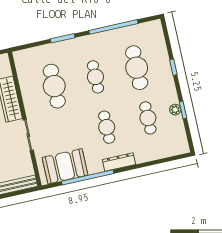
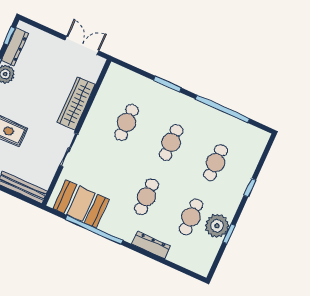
cafe table: (137, 68) -> (216, 163), width x0.73, depth x0.74
cafe table: (54, 86) -> (127, 122), width x0.73, depth x0.74
plant: (175, 110) -> (217, 226), width x1.88, depth x1.88
dresser: (119, 162) -> (151, 245), moved

